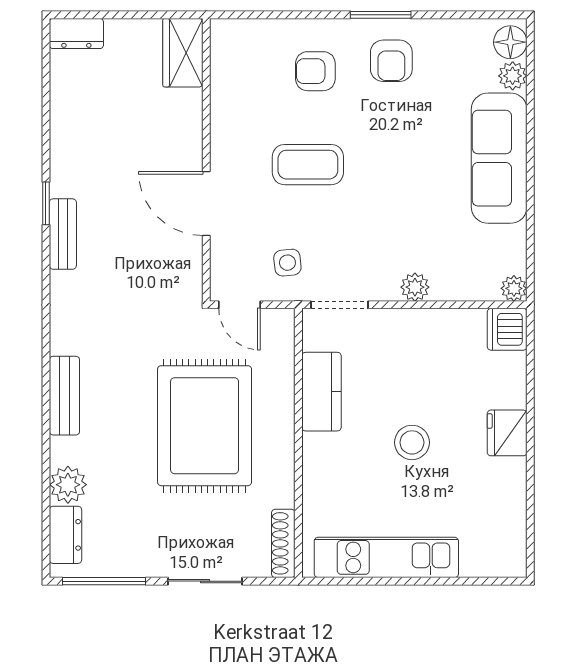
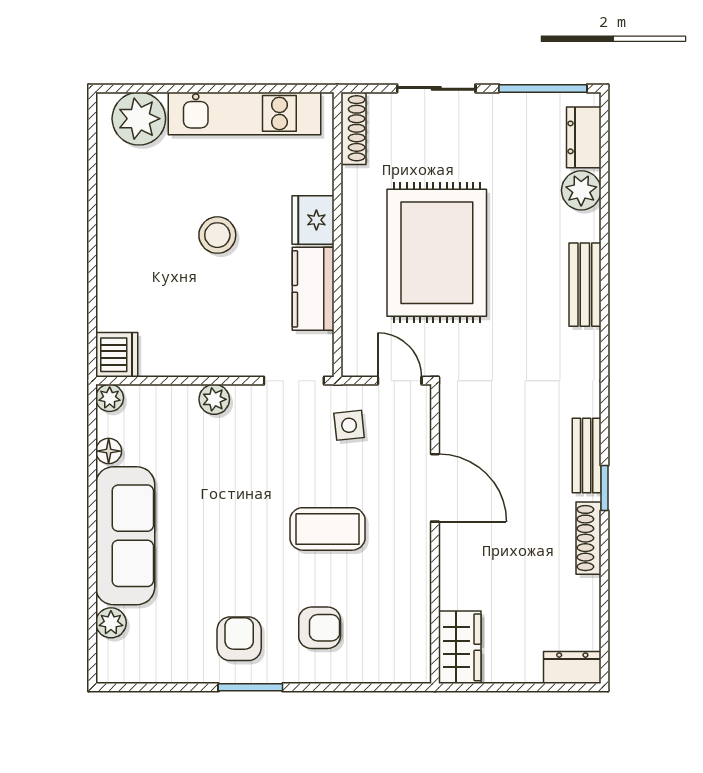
floor lamp: (510, 42) -> (109, 451), moved, width x0.73, depth x0.73
shoe rack: (61, 156) -> (589, 538), added
fridge: (507, 433) -> (313, 220), moved, turned 180
plant: (486, 553) -> (139, 119), added

